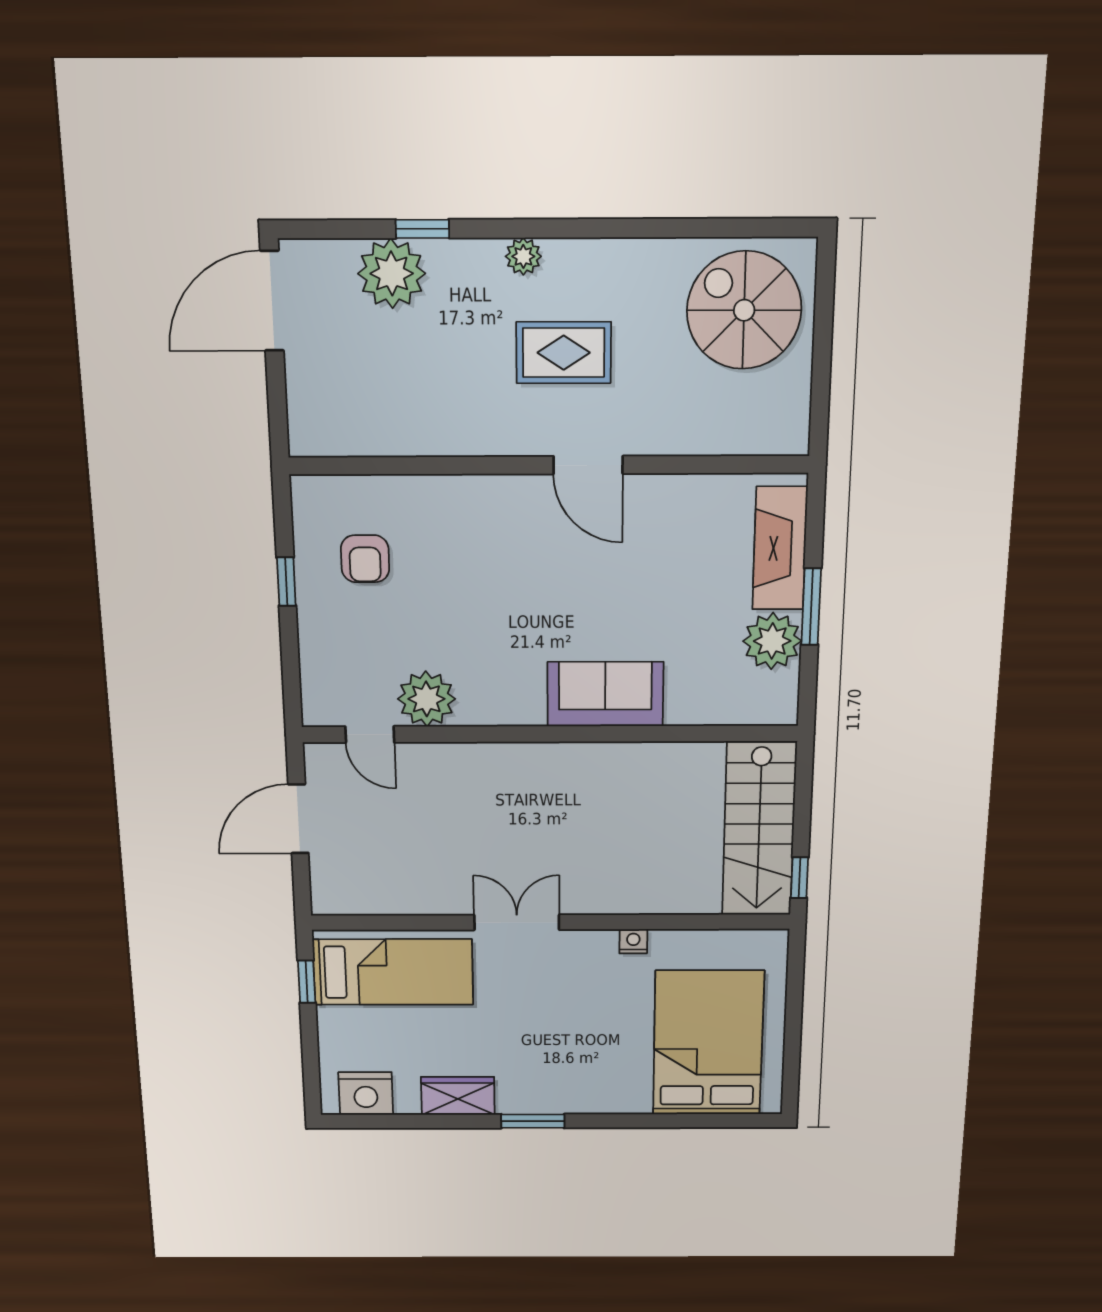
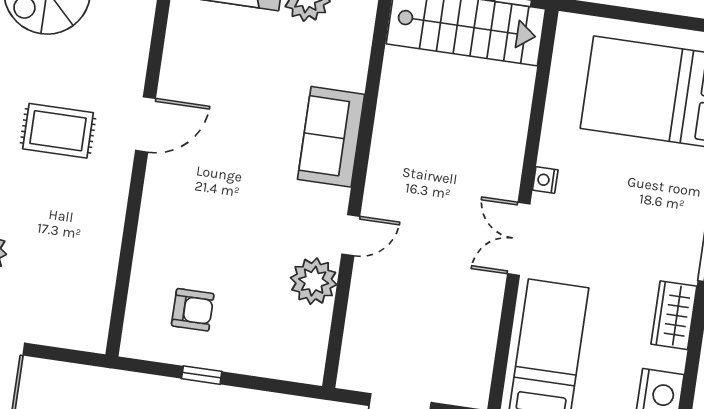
rug: (564, 353) -> (58, 131), turned 90
door: (370, 734) -> (351, 235), moved
nightstand: (633, 941) -> (545, 180), moved

